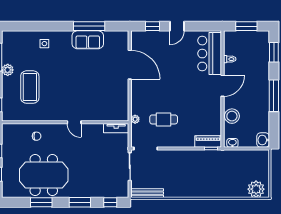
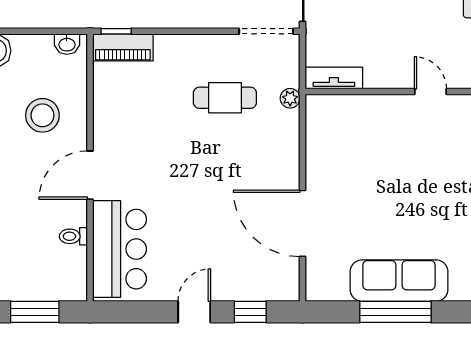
sofa: (88, 40) -> (399, 281), width x1.36
stool: (232, 116) -> (42, 115), moved

